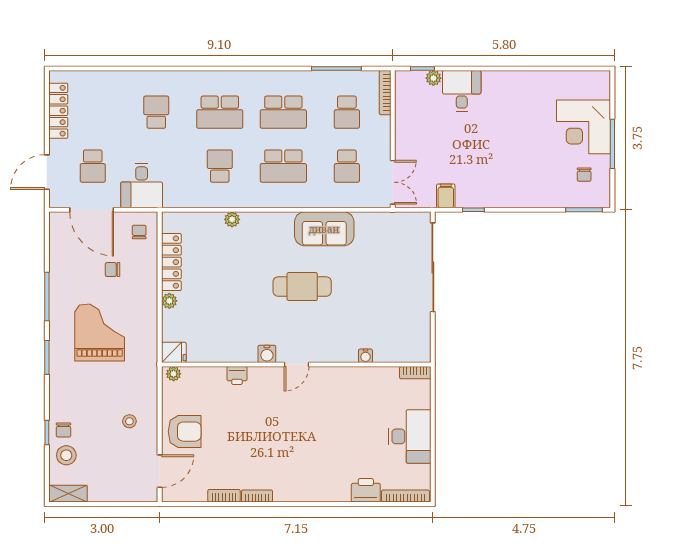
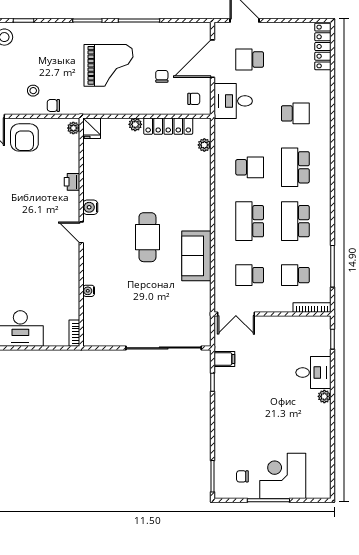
plant: (433, 78) -> (324, 396), moved
locker: (58, 111) -> (323, 46), moved, turned 90
plant: (232, 219) -> (204, 145), moved
chair: (63, 430) -> (53, 105), moved

